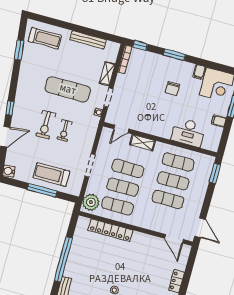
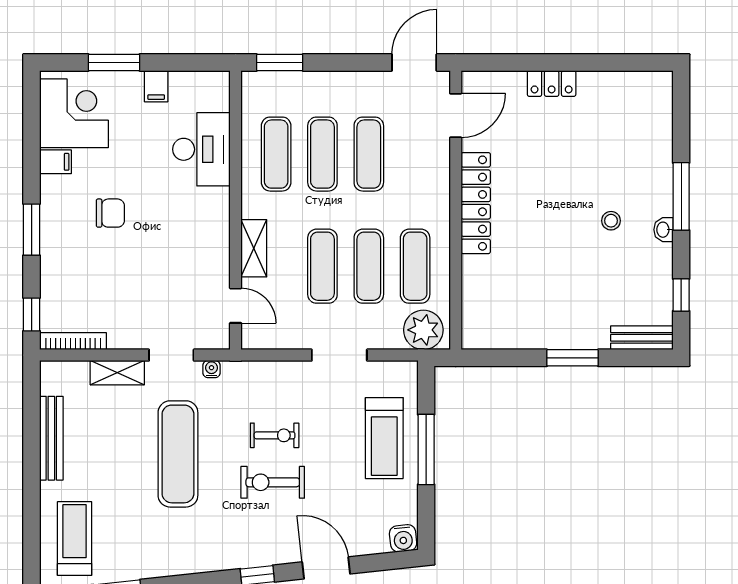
exercise bike: (46, 125) -> (273, 482), turned 180
locker: (110, 230) -> (476, 203), moved
window: (63, 259) -> (572, 358), width x0.47

